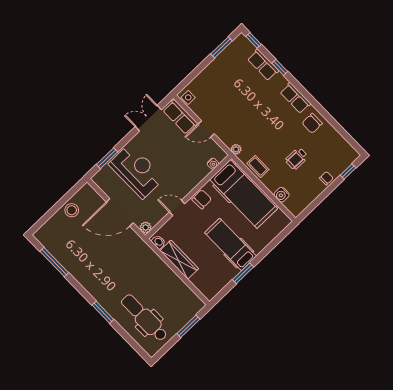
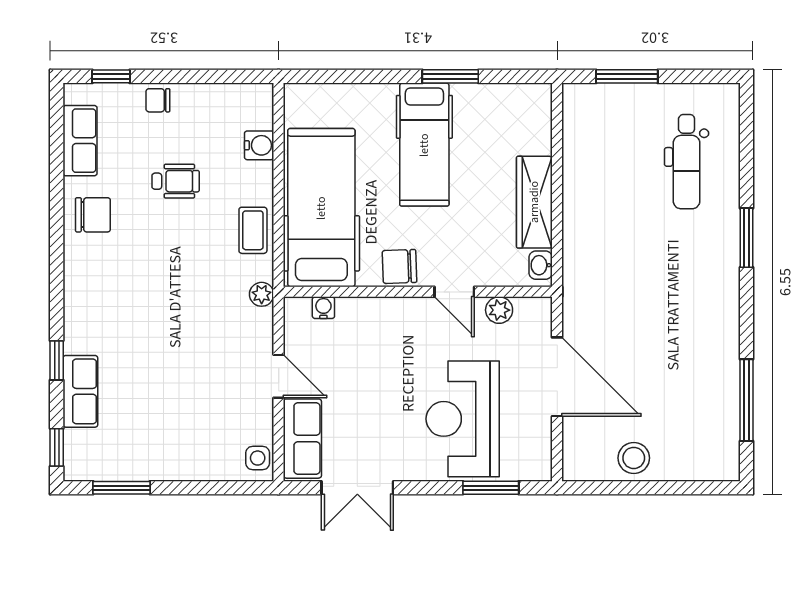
row of seats: (295, 98) -> (80, 141), moved
plant: (146, 227) -> (499, 310), moved
dental chair: (144, 318) -> (687, 162), width x0.73, depth x0.72

